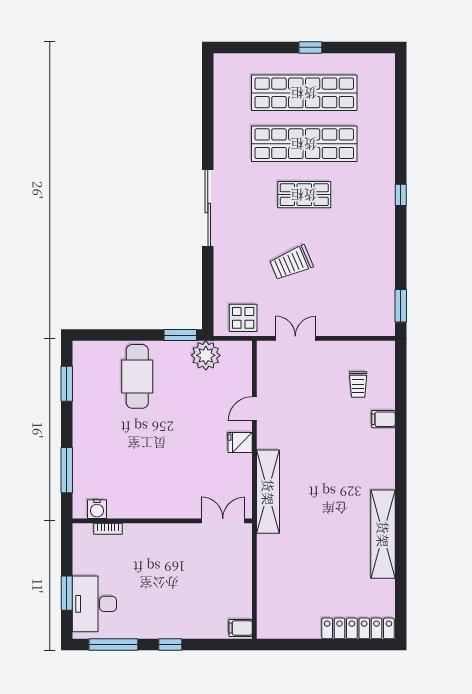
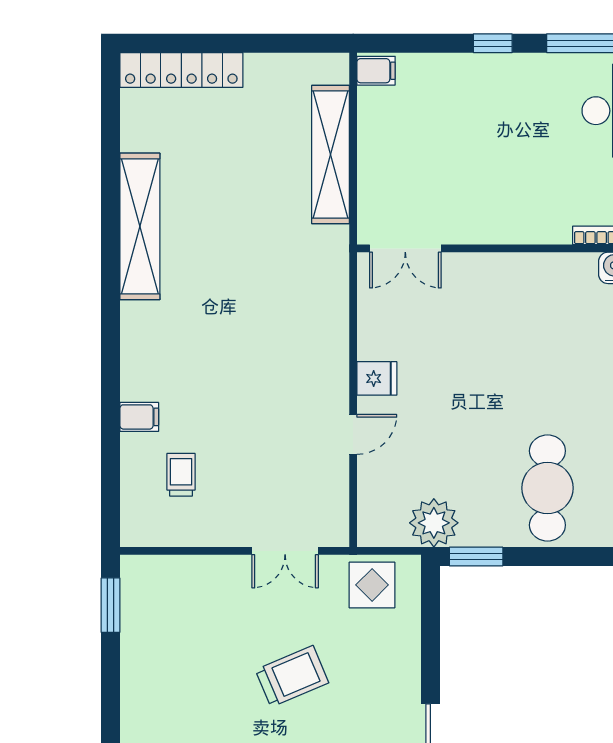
shelving: (268, 492) -> (331, 155), moved

